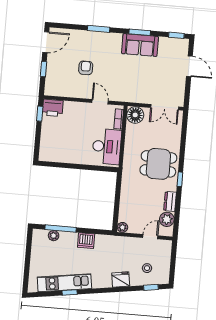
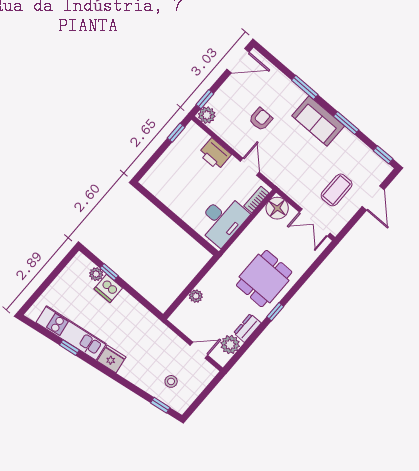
sofa: (140, 45) -> (318, 121), moved
window: (44, 69) -> (205, 99), moved
coffee table: (163, 78) -> (337, 190), added
plant: (51, 89) -> (207, 115), added
printer: (53, 108) -> (215, 154), moved
dining table: (158, 164) -> (264, 279), turned 90
plant: (122, 227) -> (196, 296), moved
window: (61, 229) -> (109, 272), width x0.46
dishwasher: (86, 241) -> (108, 289), moved
fridge: (121, 280) -> (111, 359), moved

